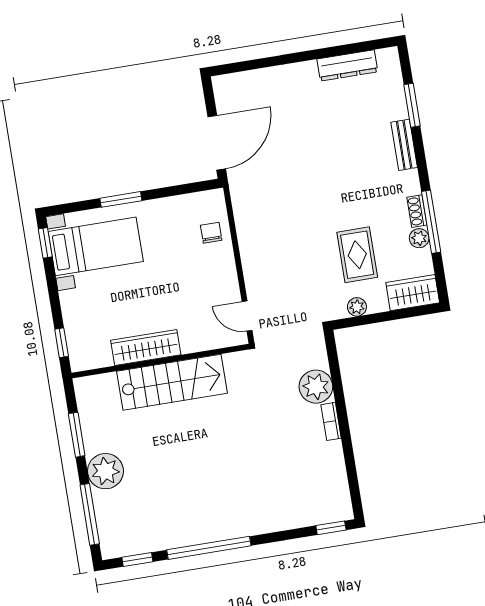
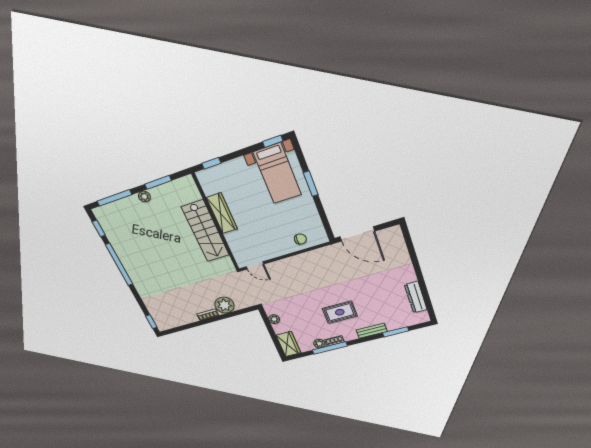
rug: (357, 255) -> (340, 312), moved
door: (247, 316) -> (255, 265), swing flipped
plant: (105, 471) -> (144, 197), width x0.53, depth x0.53

